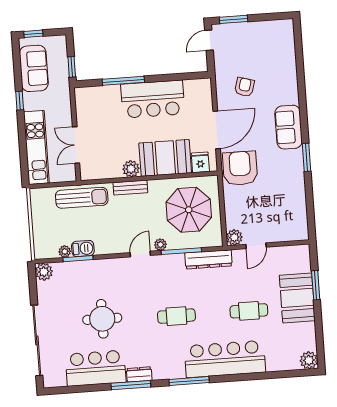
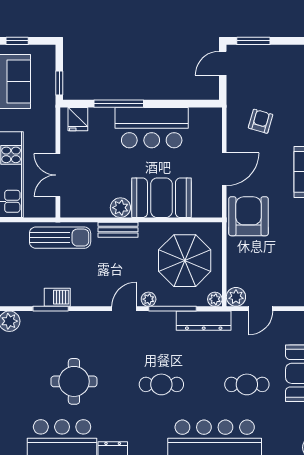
door: (217, 130) -> (224, 169), width x0.73
fridge: (200, 162) -> (78, 119), moved, turned 180
plant: (65, 252) -> (215, 299), moved

